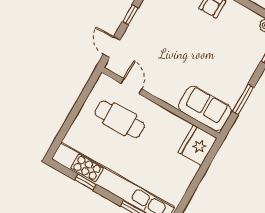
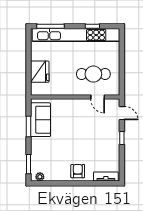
sofa: (205, 108) -> (40, 120), moved, turned -90
fridge: (197, 145) -> (40, 72), moved

